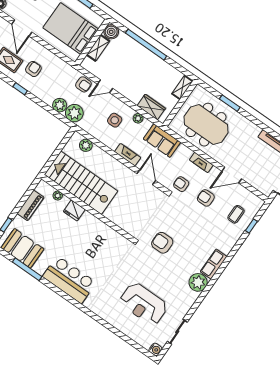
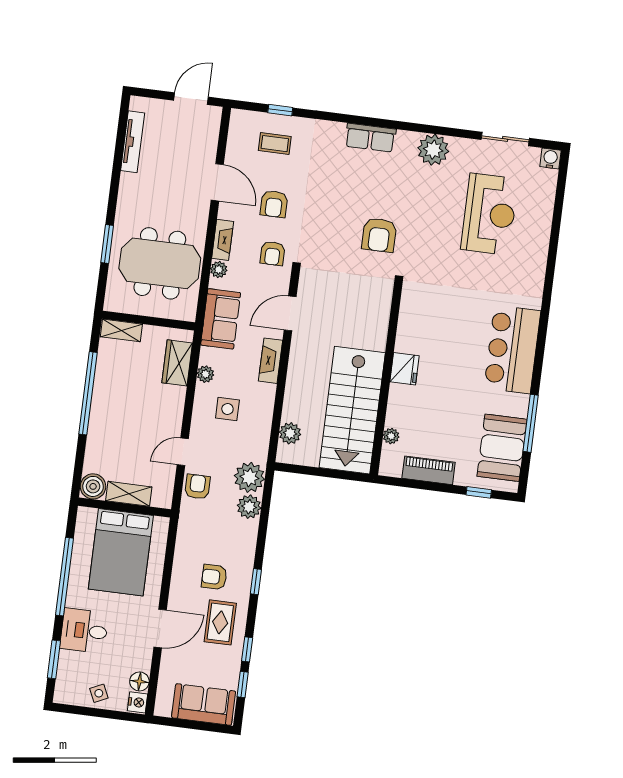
window: (146, 45) -> (88, 393), moved
door: (105, 86) -> (183, 452), swing flipped
meeting table: (206, 125) -> (160, 263), turned 90
plant: (187, 153) -> (219, 270), added
fridge: (74, 210) -> (404, 369), moved
plant: (198, 282) -> (433, 150), moved

